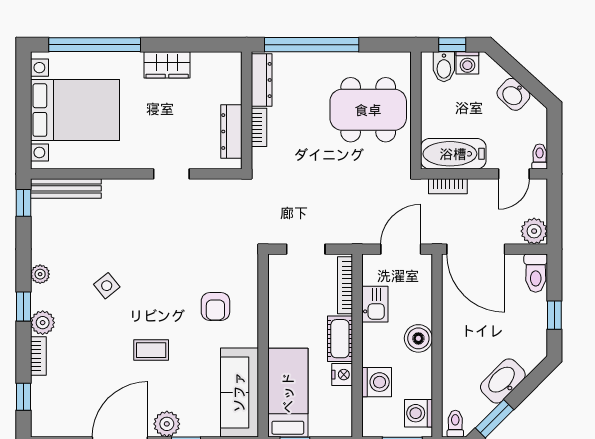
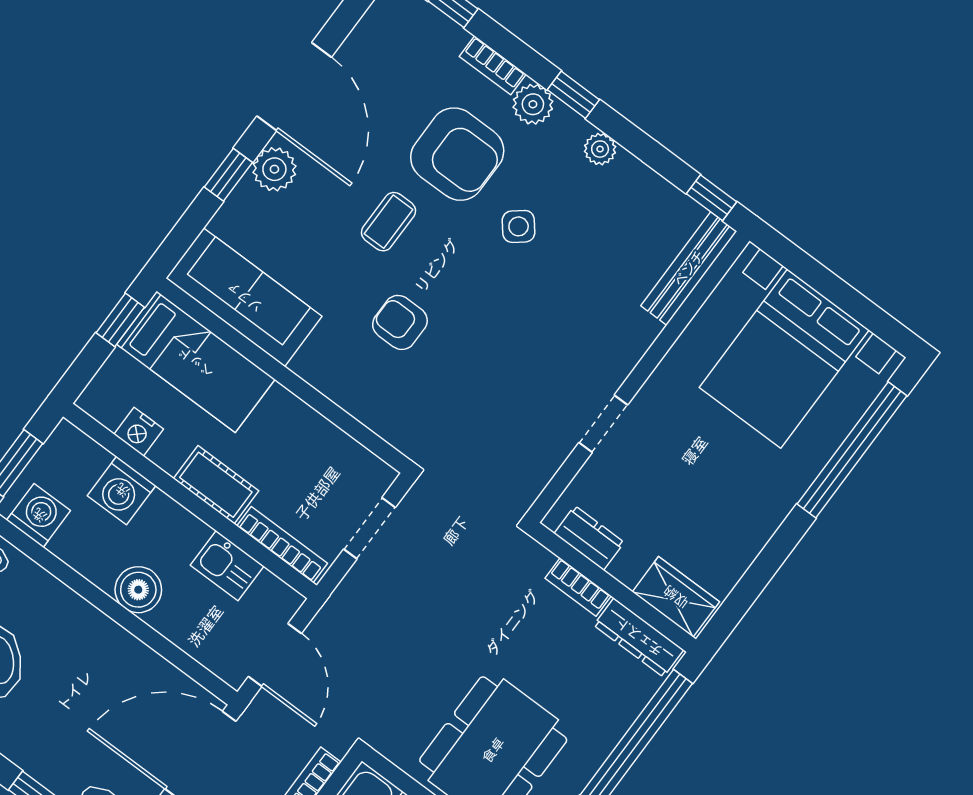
wardrobe: (167, 65) -> (676, 597), moved, turned 90
dresser: (231, 132) -> (589, 538), width x0.70
armchair: (215, 307) -> (400, 322), moved
armchair: (94, 341) -> (457, 154), added
nightstand: (342, 375) -> (139, 432), moved

